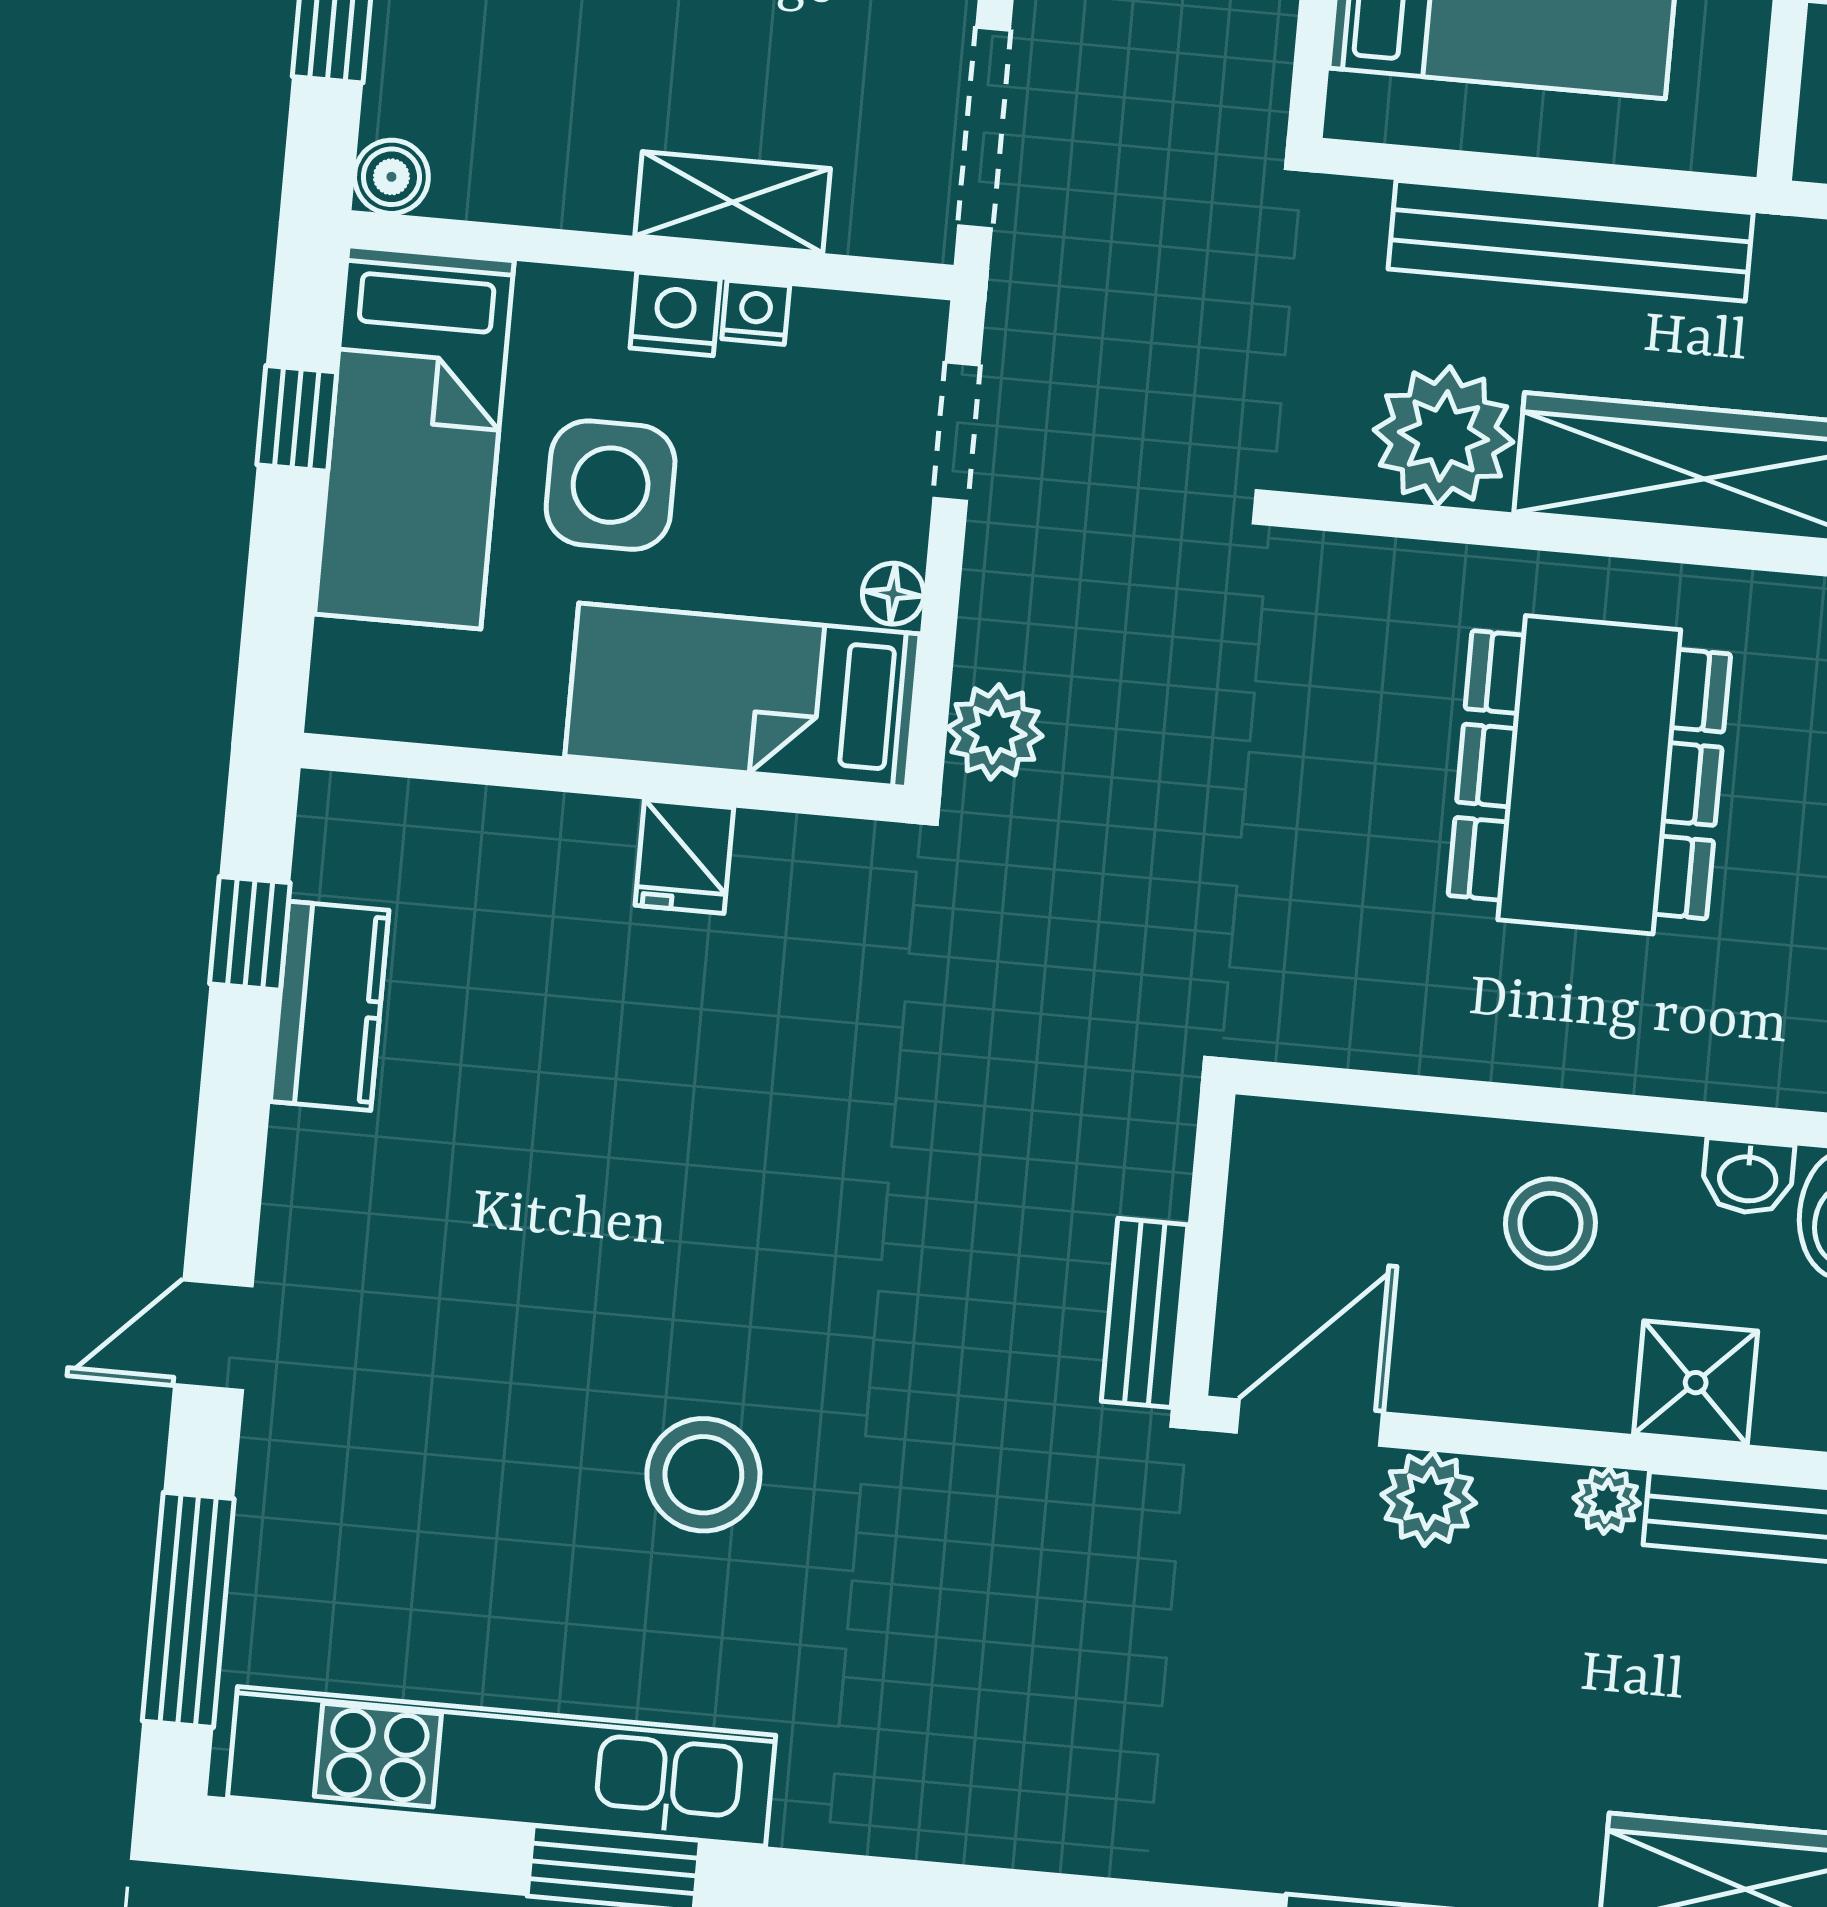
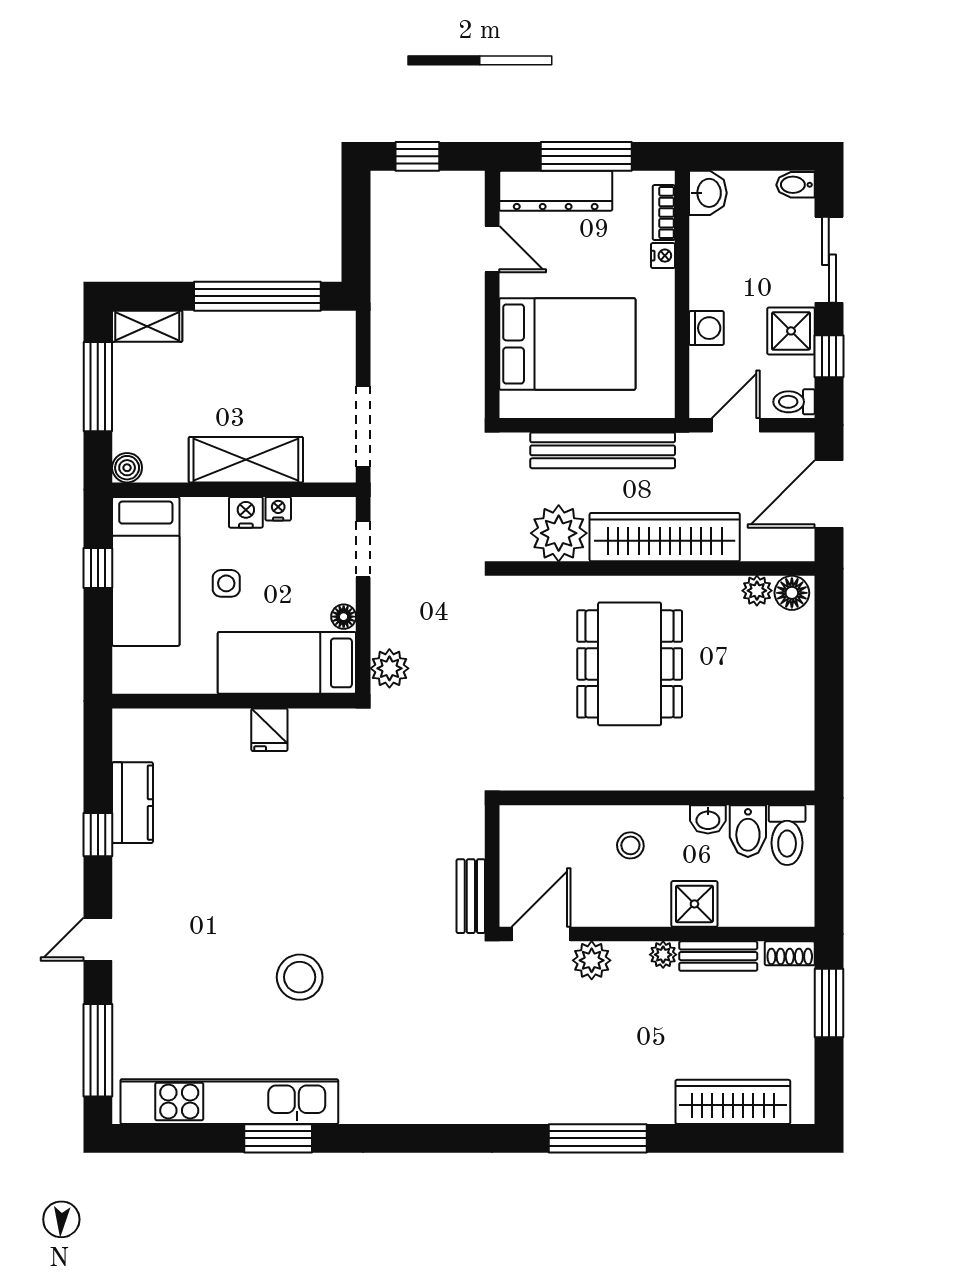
shelving: (733, 202) -> (246, 460), width x1.50, depth x1.33
side table: (611, 485) -> (226, 583), width x0.54, depth x0.54
window: (250, 933) -> (98, 835), moved
stool: (1550, 1224) -> (630, 845), width x0.73, depth x0.73

